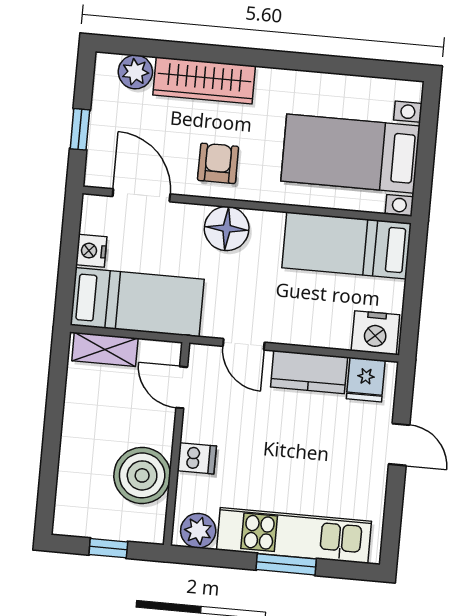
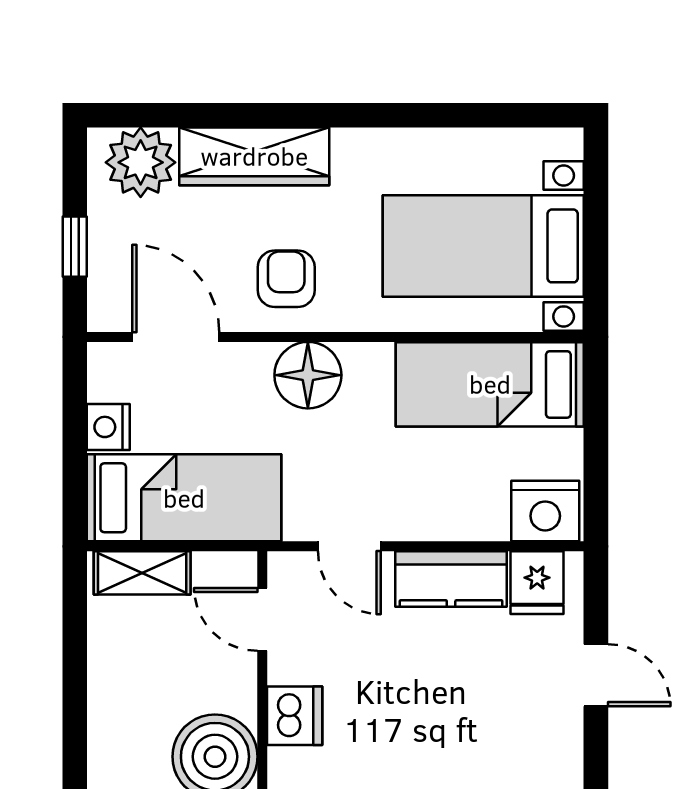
plant: (135, 72) -> (141, 162), width x1.36, depth x1.36
dishwasher: (197, 458) -> (295, 716), width x1.38

